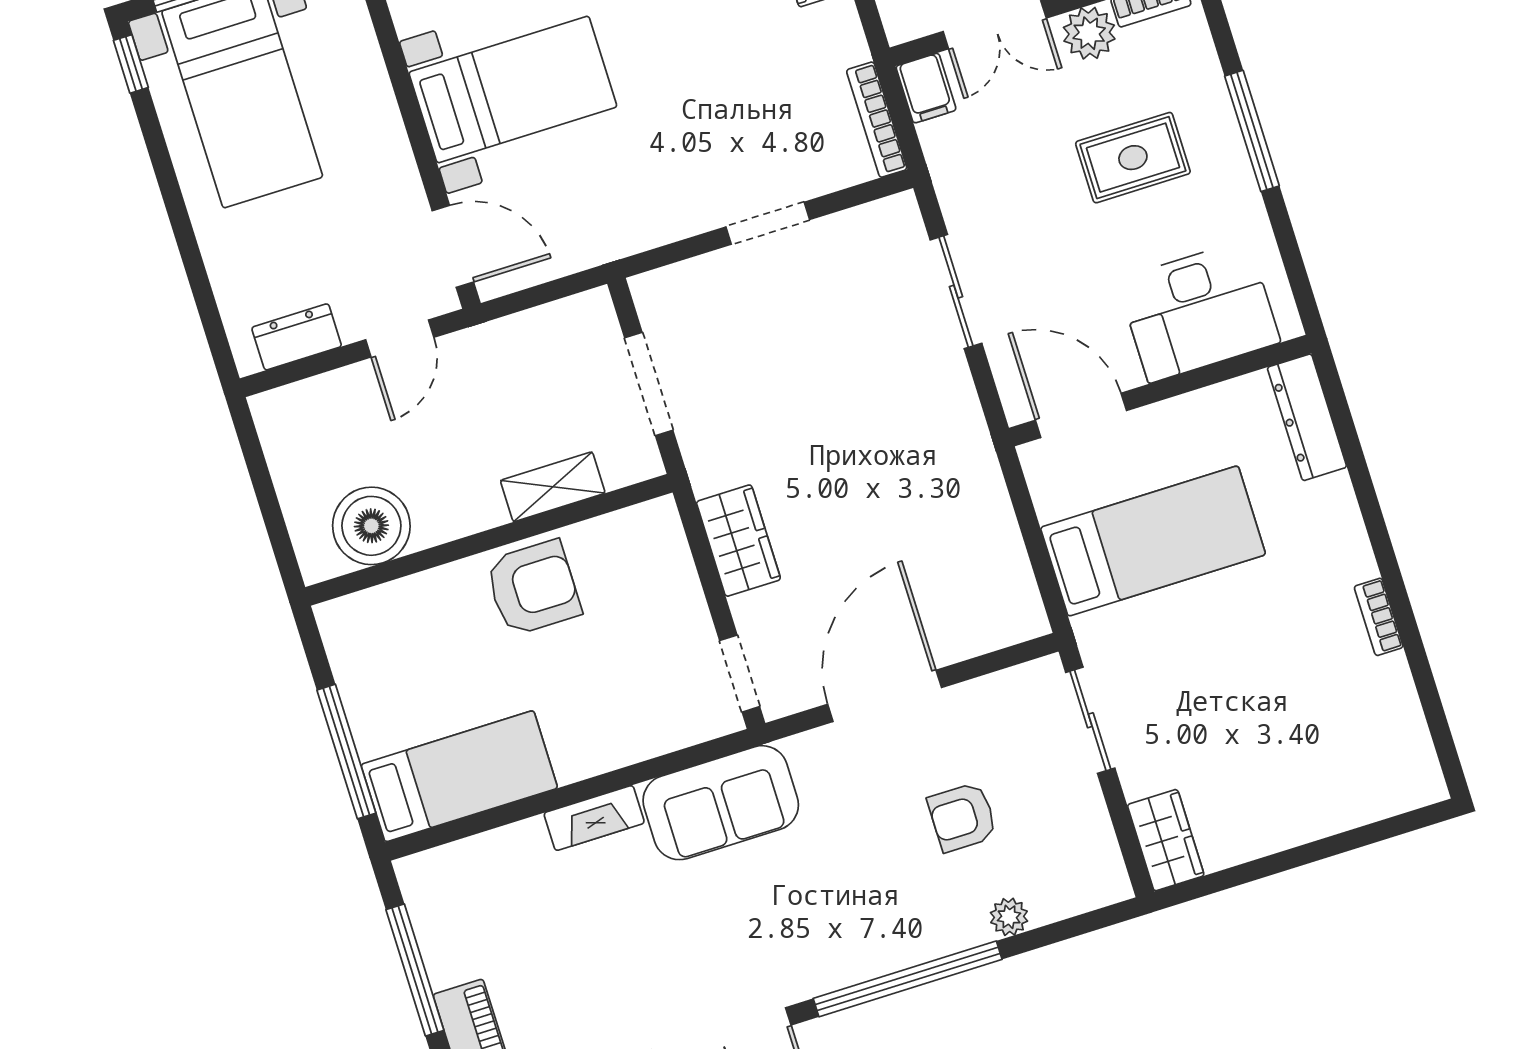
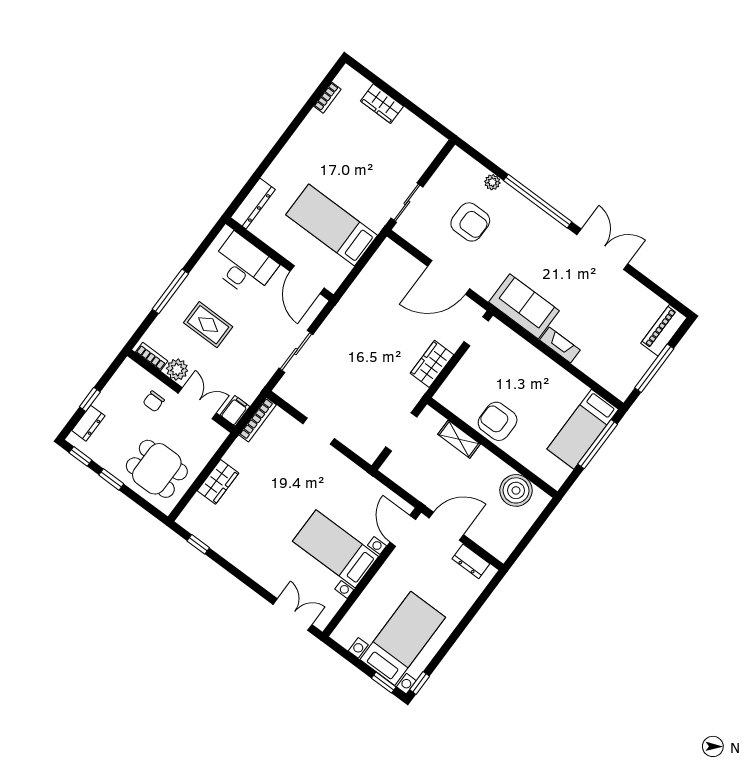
door: (400, 339) -> (446, 526), width x1.38
bookcase: (1379, 617) -> (327, 98), moved
bed: (459, 776) -> (583, 429), moved, turned -90
armchair: (962, 817) -> (470, 222), width x1.38, depth x1.38
wardrobe: (1166, 840) -> (382, 104), moved, turned -90

